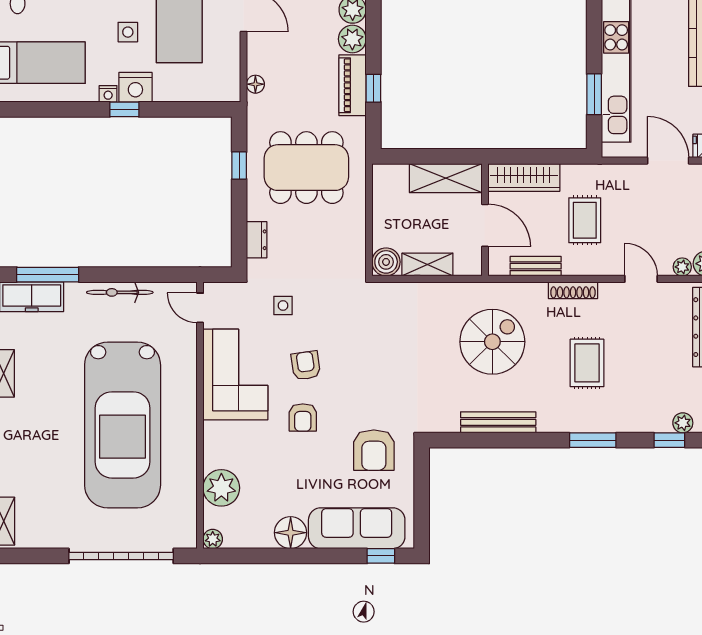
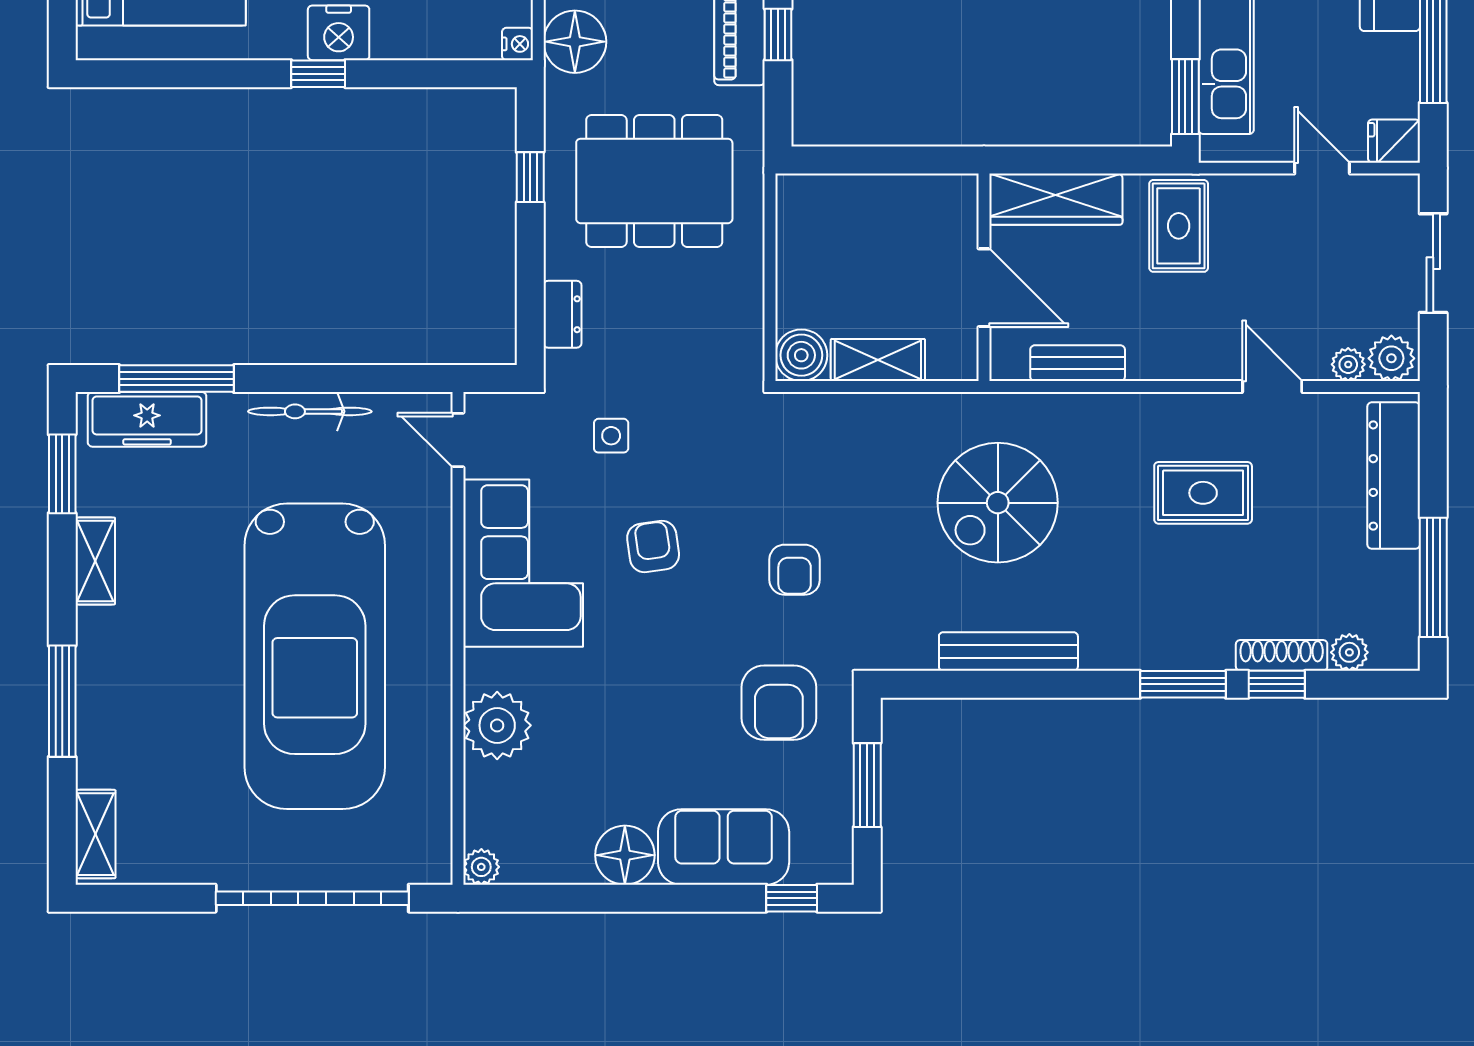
floor lamp: (255, 84) -> (575, 42), width x1.89, depth x1.89
nightstand: (108, 94) -> (517, 44), moved, turned -90
window: (594, 94) -> (1185, 97), moved
door: (668, 161) -> (1322, 168), width x0.73
shelving: (446, 178) -> (911, 200), removed
rug: (585, 220) -> (1179, 226), moved
shoe rack: (573, 290) -> (1282, 655), moved, turned 180
spiral stairs: (492, 342) -> (998, 503), turned 180
rug: (587, 363) -> (1203, 493), moved, turned 90
armchair: (303, 417) -> (795, 570), moved
window: (669, 440) -> (1277, 684), moved
plant: (221, 488) -> (497, 725), moved
window: (422, 495) -> (867, 785), added
sofa: (357, 528) -> (724, 847), width x0.73

